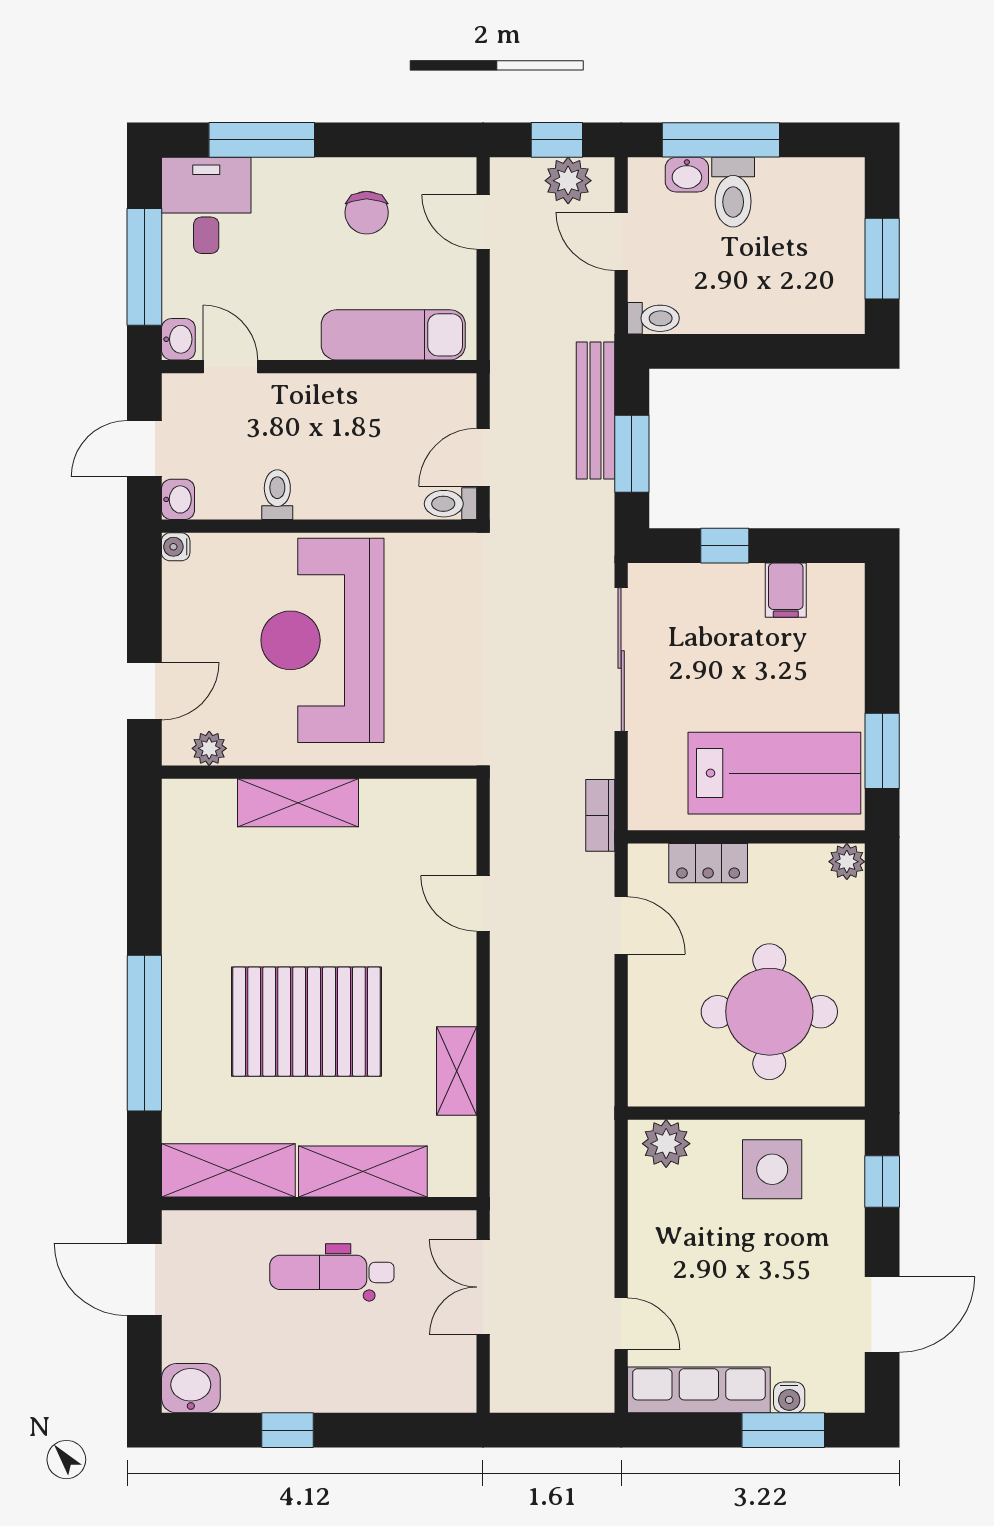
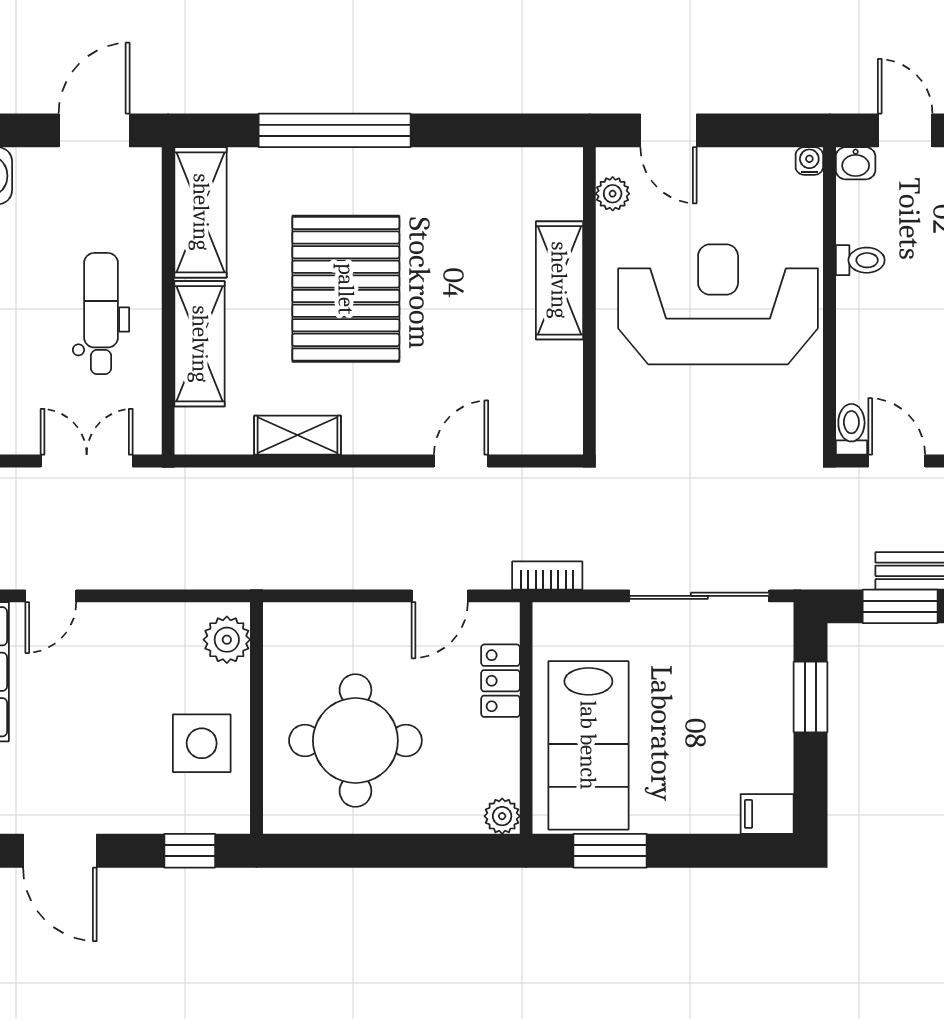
window: (725, 546) -> (810, 697), width x1.50
filing cabinet: (786, 590) -> (767, 814), moved

